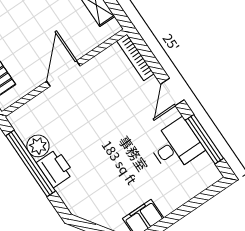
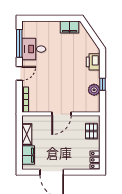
window: (31, 163) -> (102, 84), width x0.32
printer: (55, 168) -> (93, 62), moved

